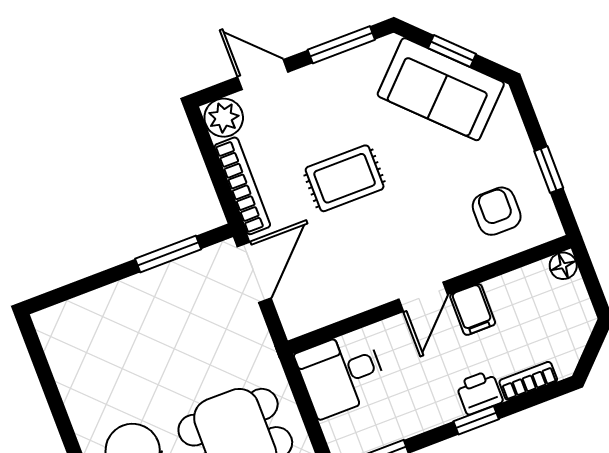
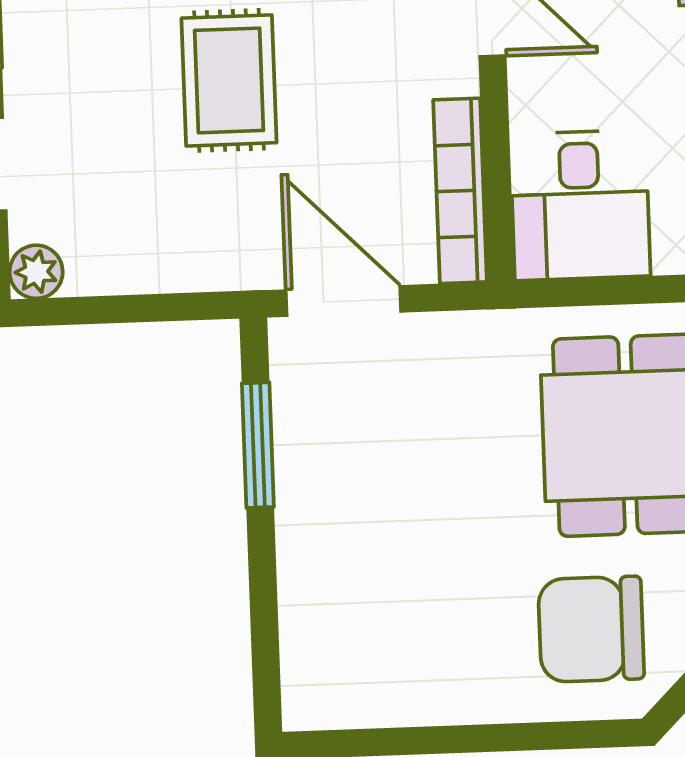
plant: (224, 118) -> (36, 272), width x0.73, depth x0.73
bookcase: (242, 186) -> (460, 191), moved, turned -90

